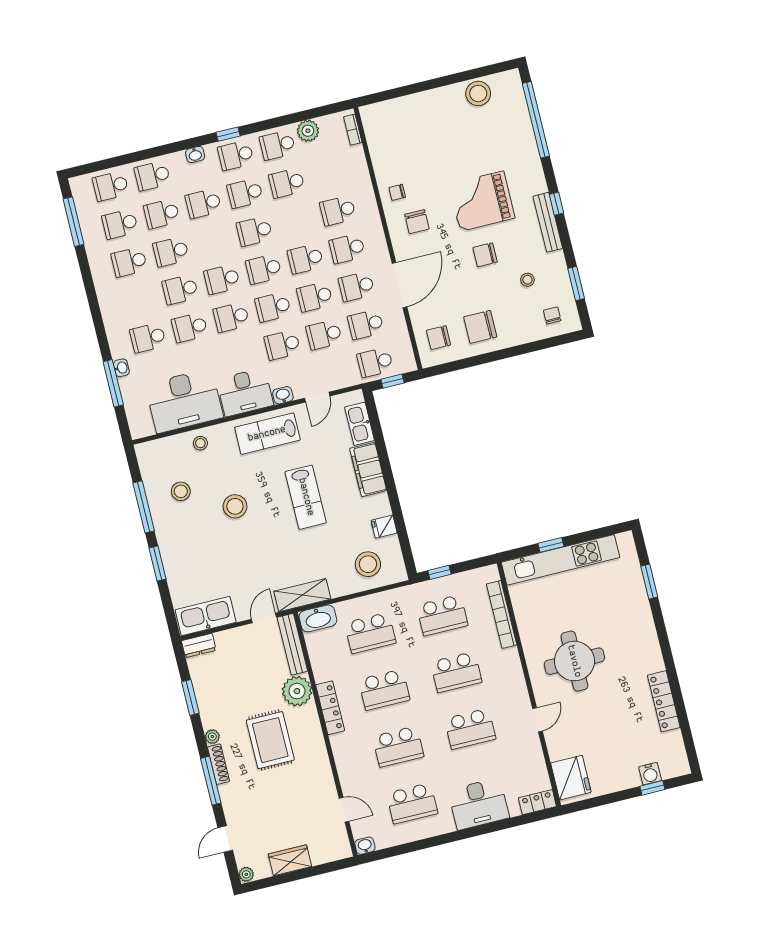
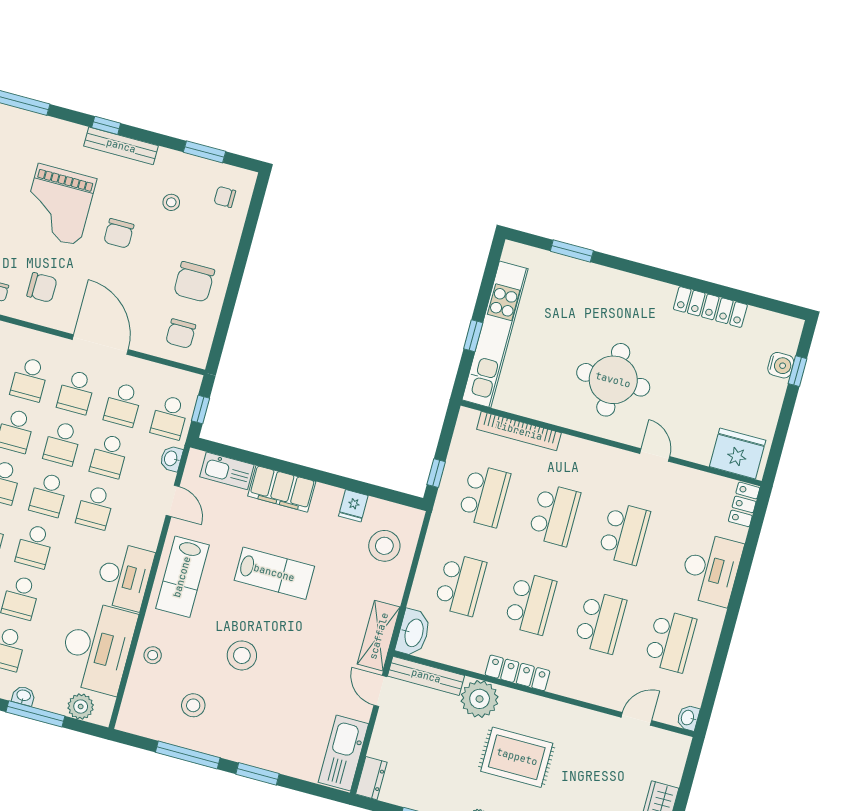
washbasin: (283, 395) -> (171, 459), moved
plant: (136, 412) -> (81, 707), added

